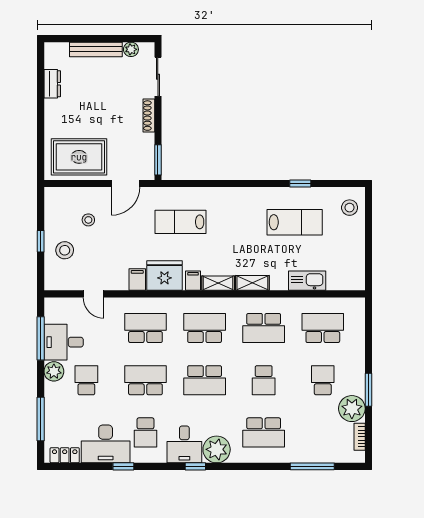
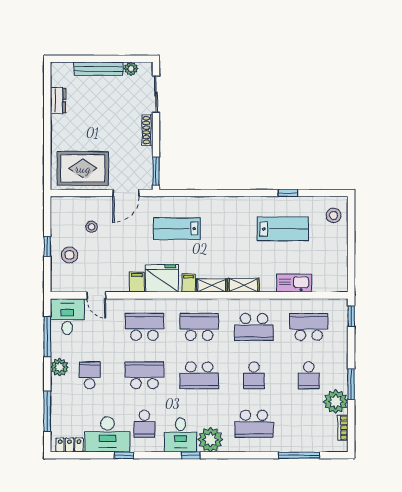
window: (368, 316) -> (351, 316), added
desk: (64, 342) -> (67, 317), moved, turned 90
school desk: (323, 380) -> (309, 375), turned 180

